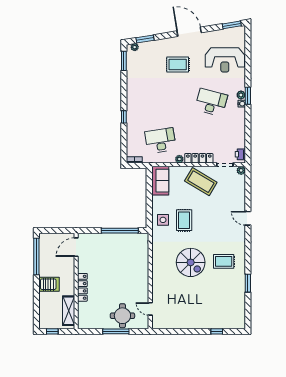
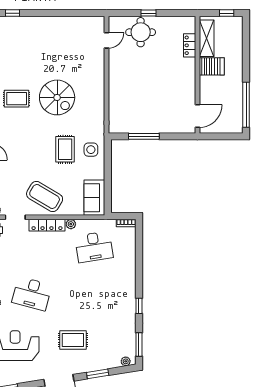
window: (145, 39) -> (98, 374), moved
window: (124, 117) -> (139, 306), moved
window: (120, 231) -> (144, 136), width x0.68
spiral stairs: (191, 262) -> (57, 97), turned 180
server rack: (49, 284) -> (212, 66), moved, turned 180
locker: (82, 287) -> (190, 45), moved, width x0.66
door: (150, 309) -> (107, 40), hinge flipped
window: (116, 331) -> (149, 13), width x0.46
window: (217, 331) -> (13, 13), moved

